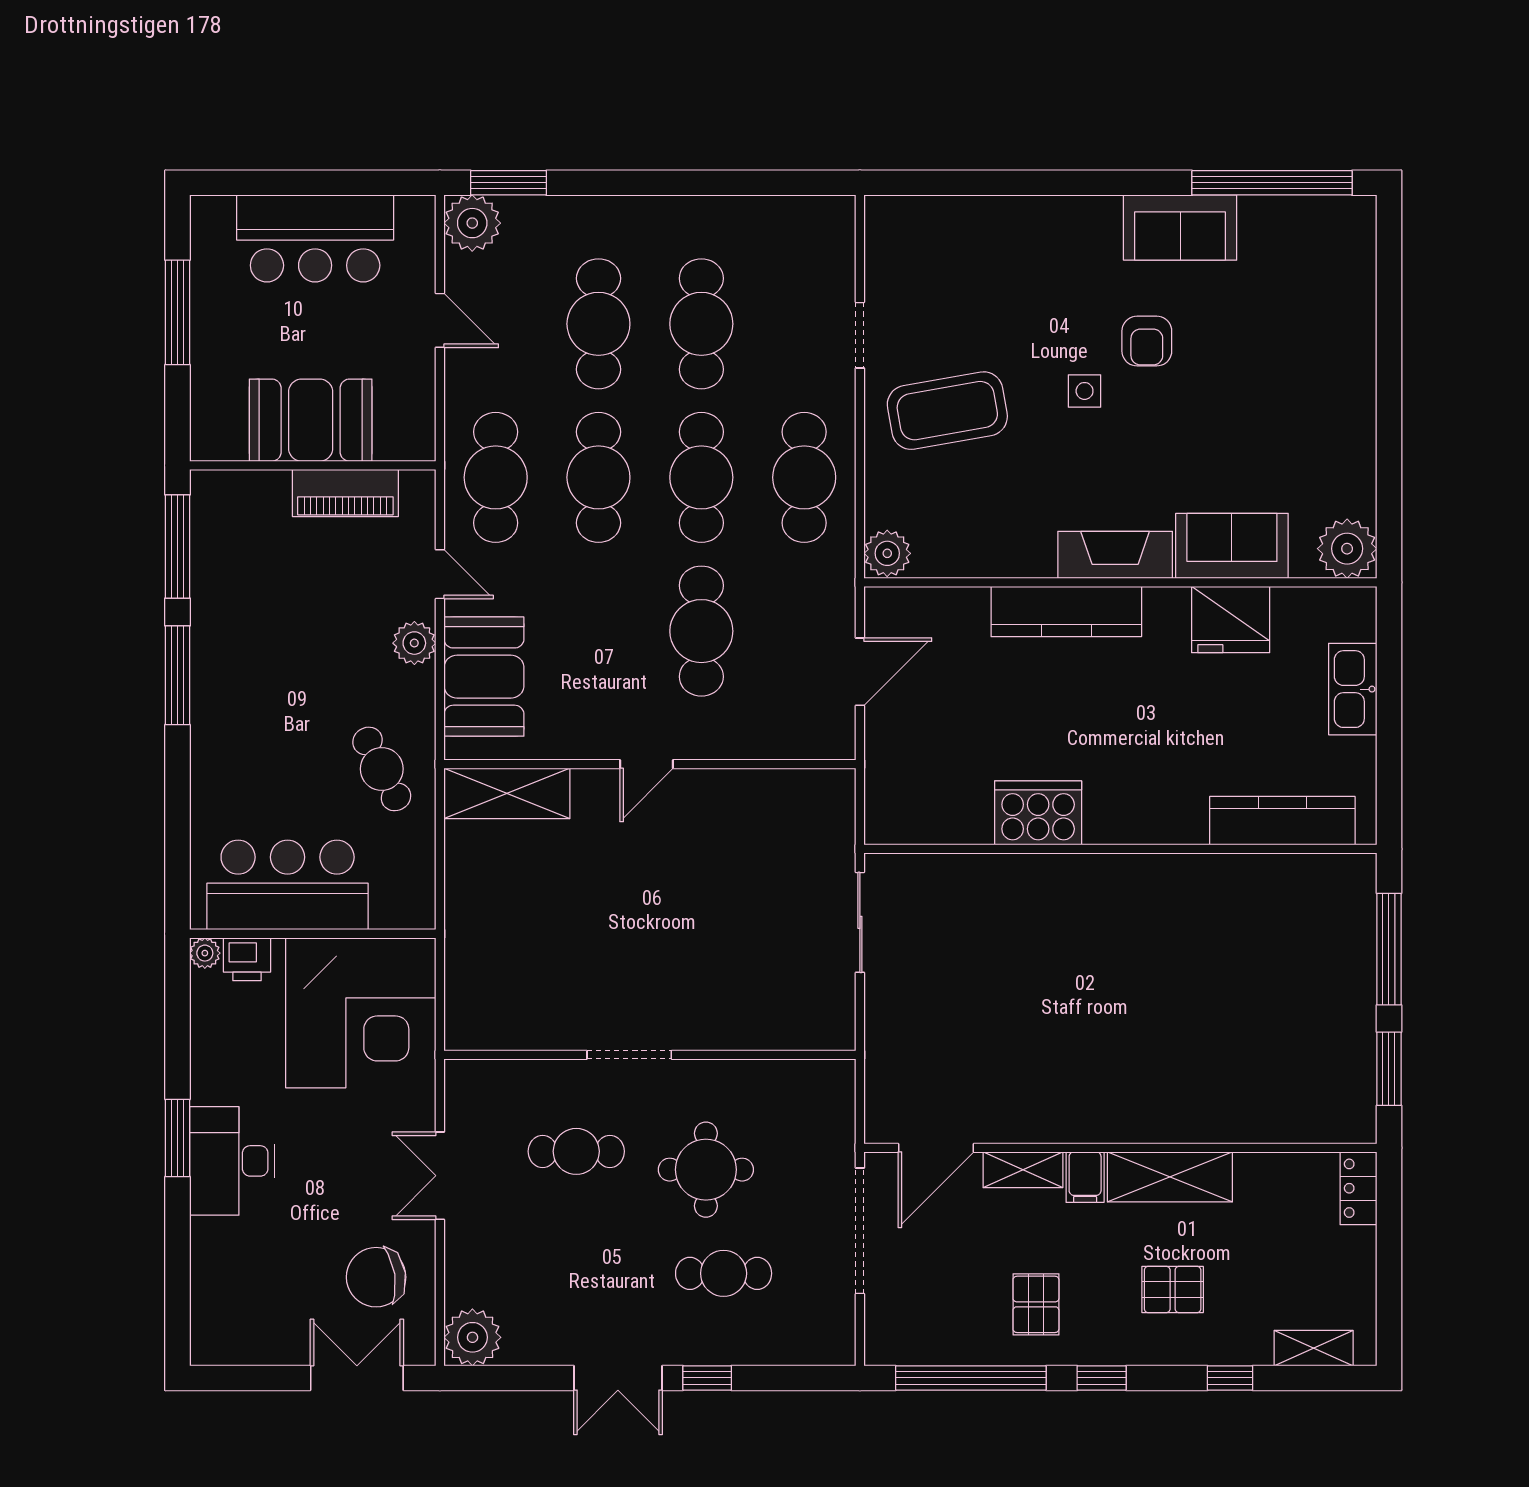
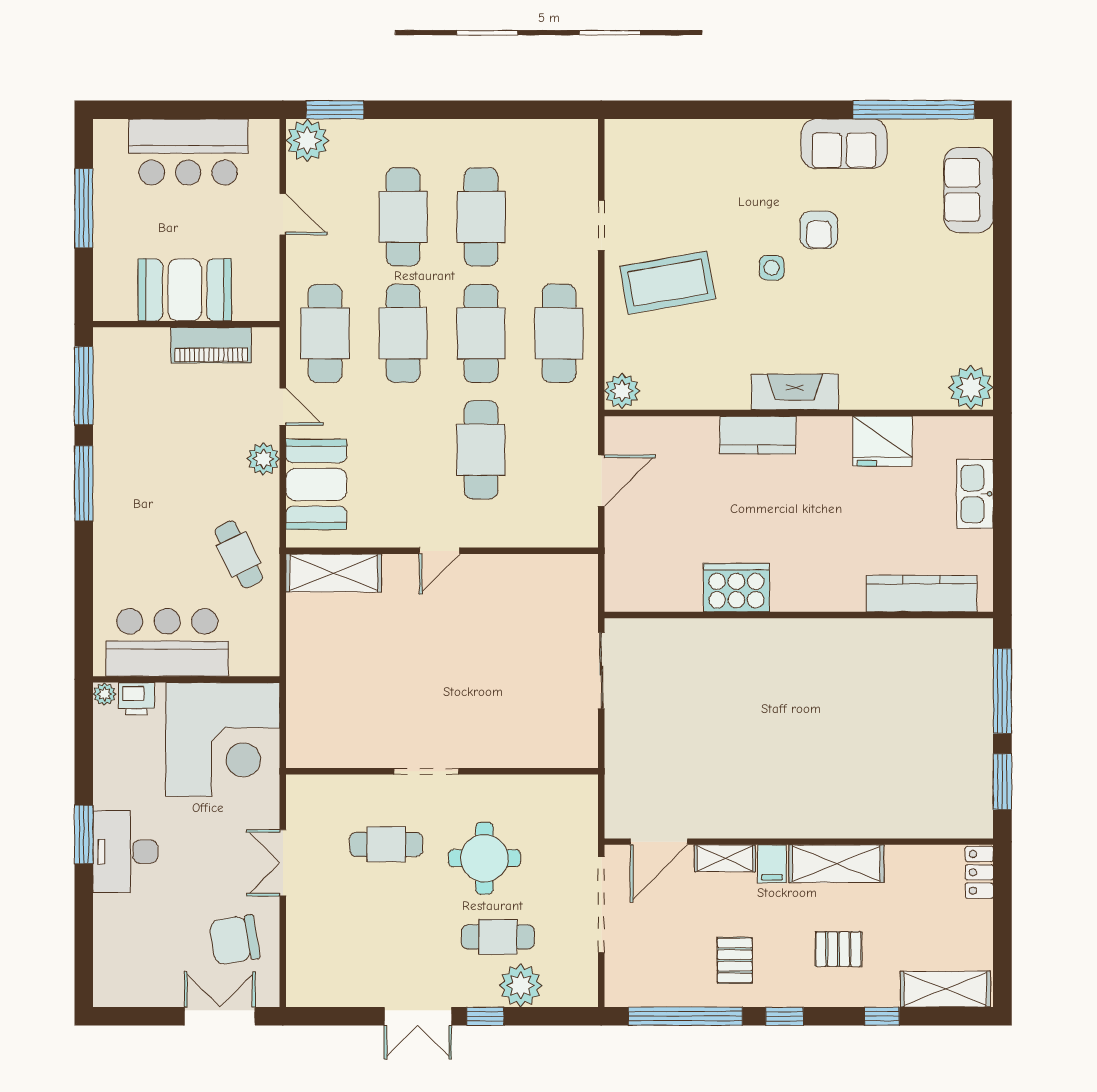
sofa: (1232, 546) -> (969, 190), moved, turned -90
kitchen counter: (1066, 612) -> (758, 435), width x0.67
plant: (472, 1337) -> (521, 985), moved
shelving: (1314, 1348) -> (945, 989), width x1.50, depth x1.33

